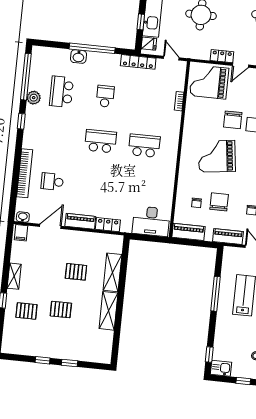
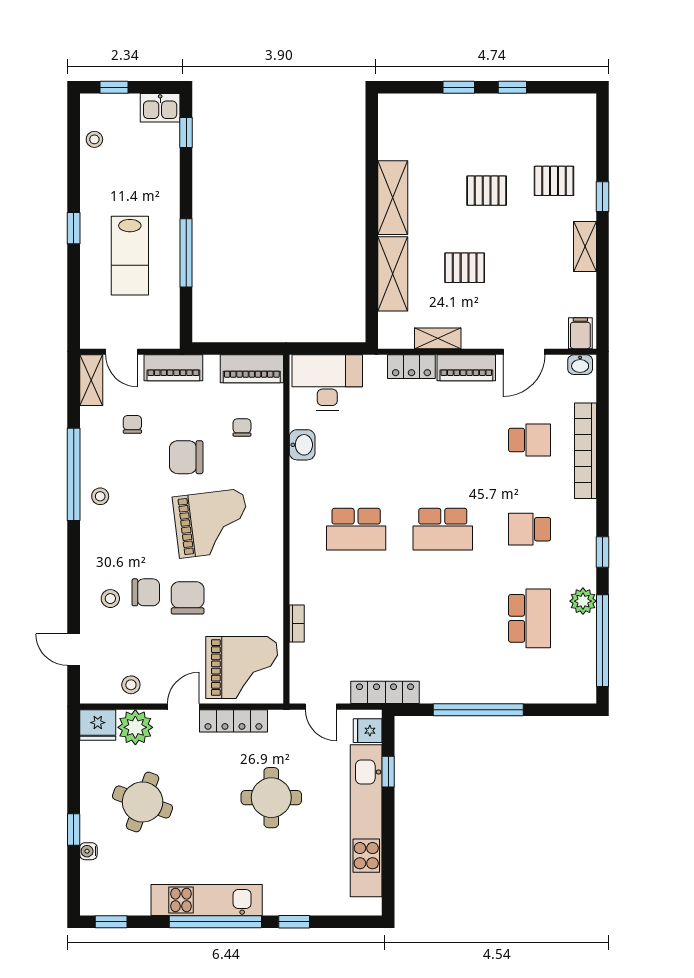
locker: (222, 56) -> (233, 721), width x1.53
washbasin: (78, 57) -> (302, 445), moved, turned 90
school desk: (105, 96) -> (530, 529), moved, turned 90
chair: (219, 202) -> (186, 457), moved, turned 90
shelving: (93, 238) -> (438, 338), added

